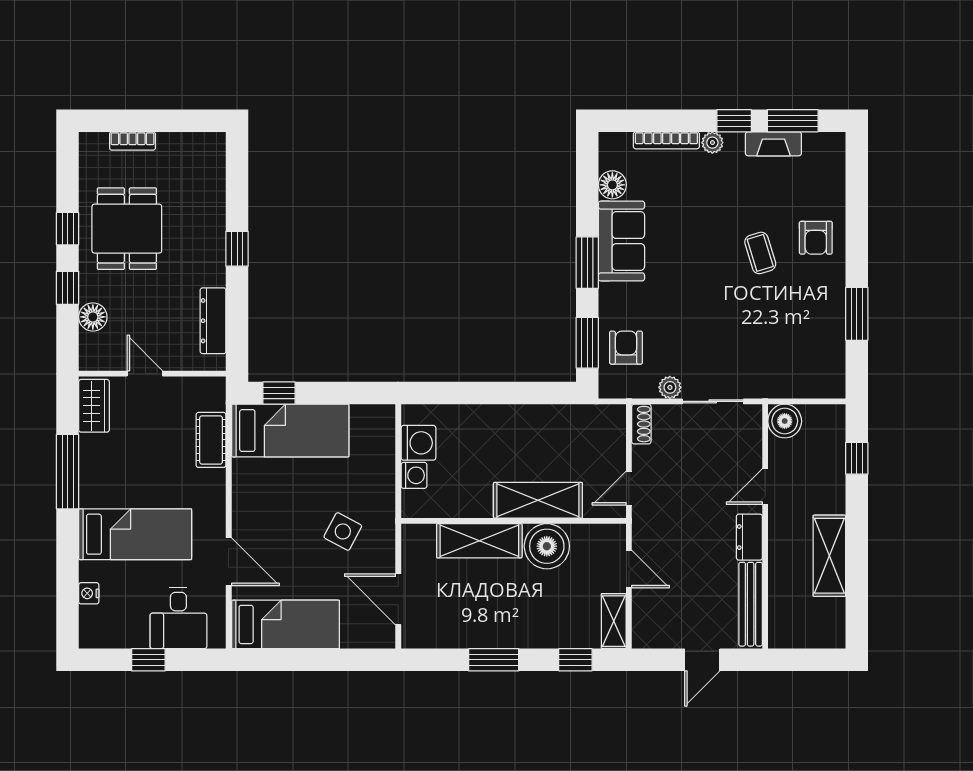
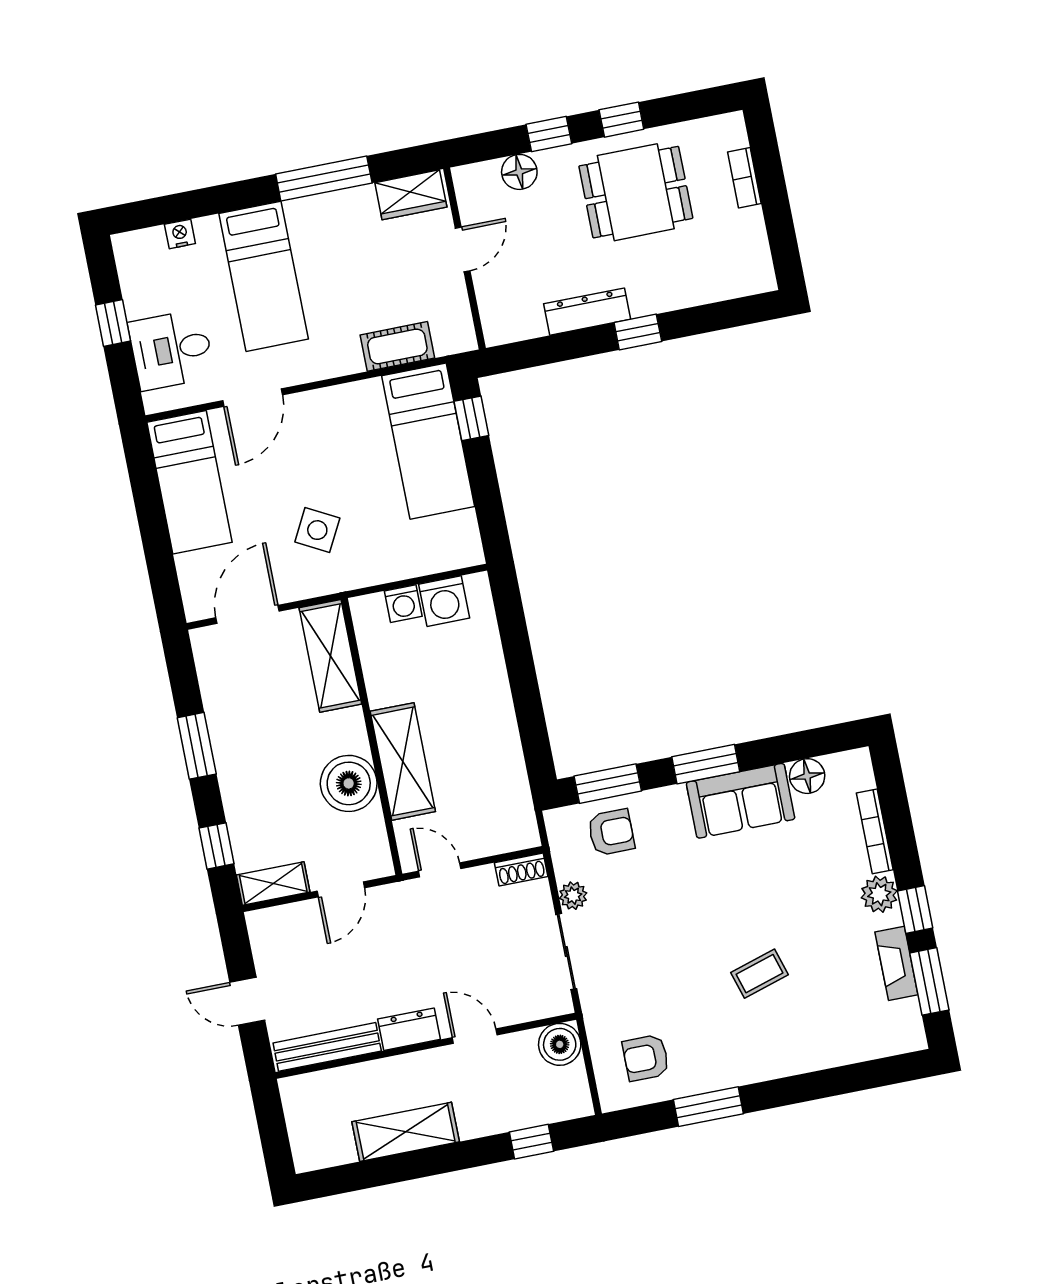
plant: (712, 143) -> (879, 894), width x1.38, depth x1.38
armchair: (816, 238) -> (646, 1058), moved
dresser: (213, 321) -> (587, 312), moved
shelving: (479, 541) -> (330, 656), moved

